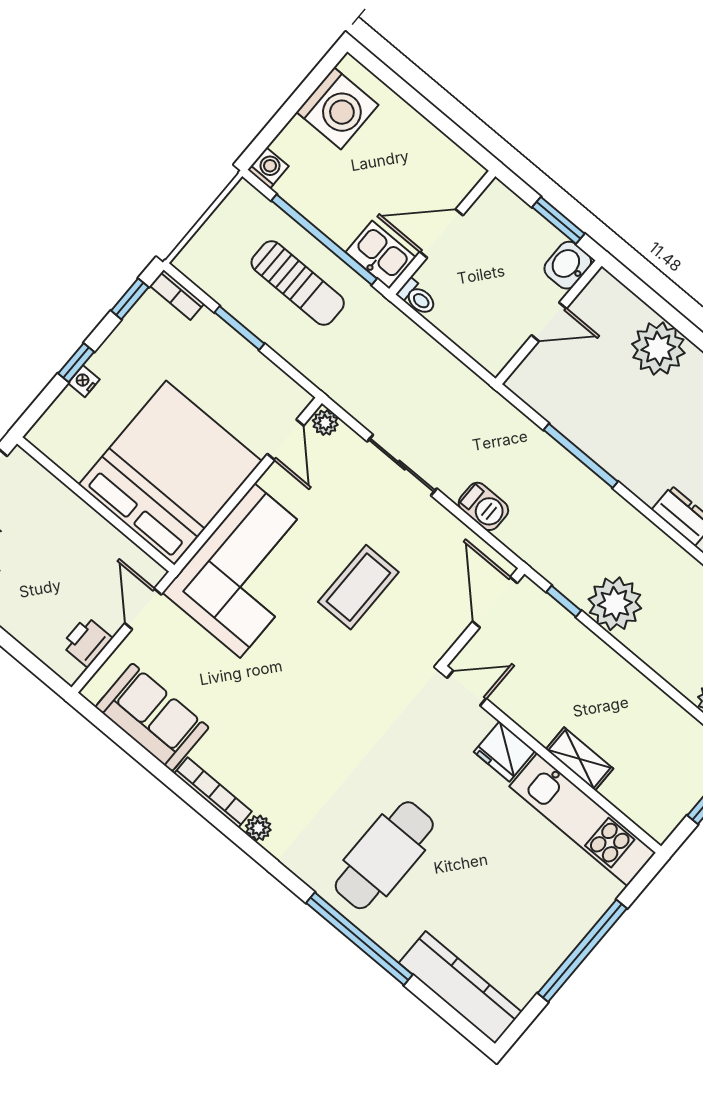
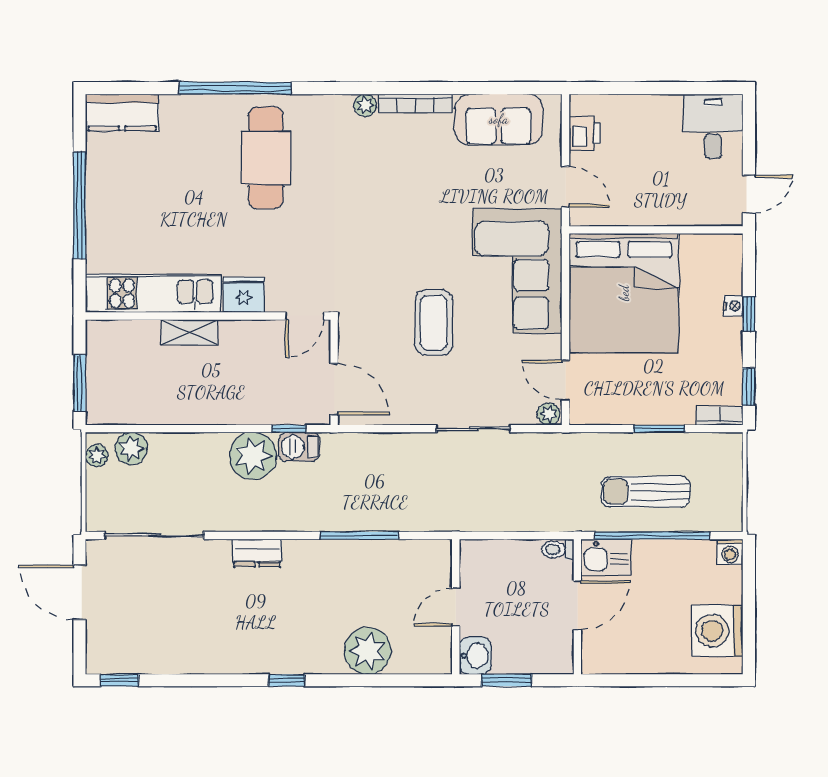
barbecue: (483, 506) -> (300, 447), moved
kitchen counter: (460, 987) -> (122, 112), width x0.67

